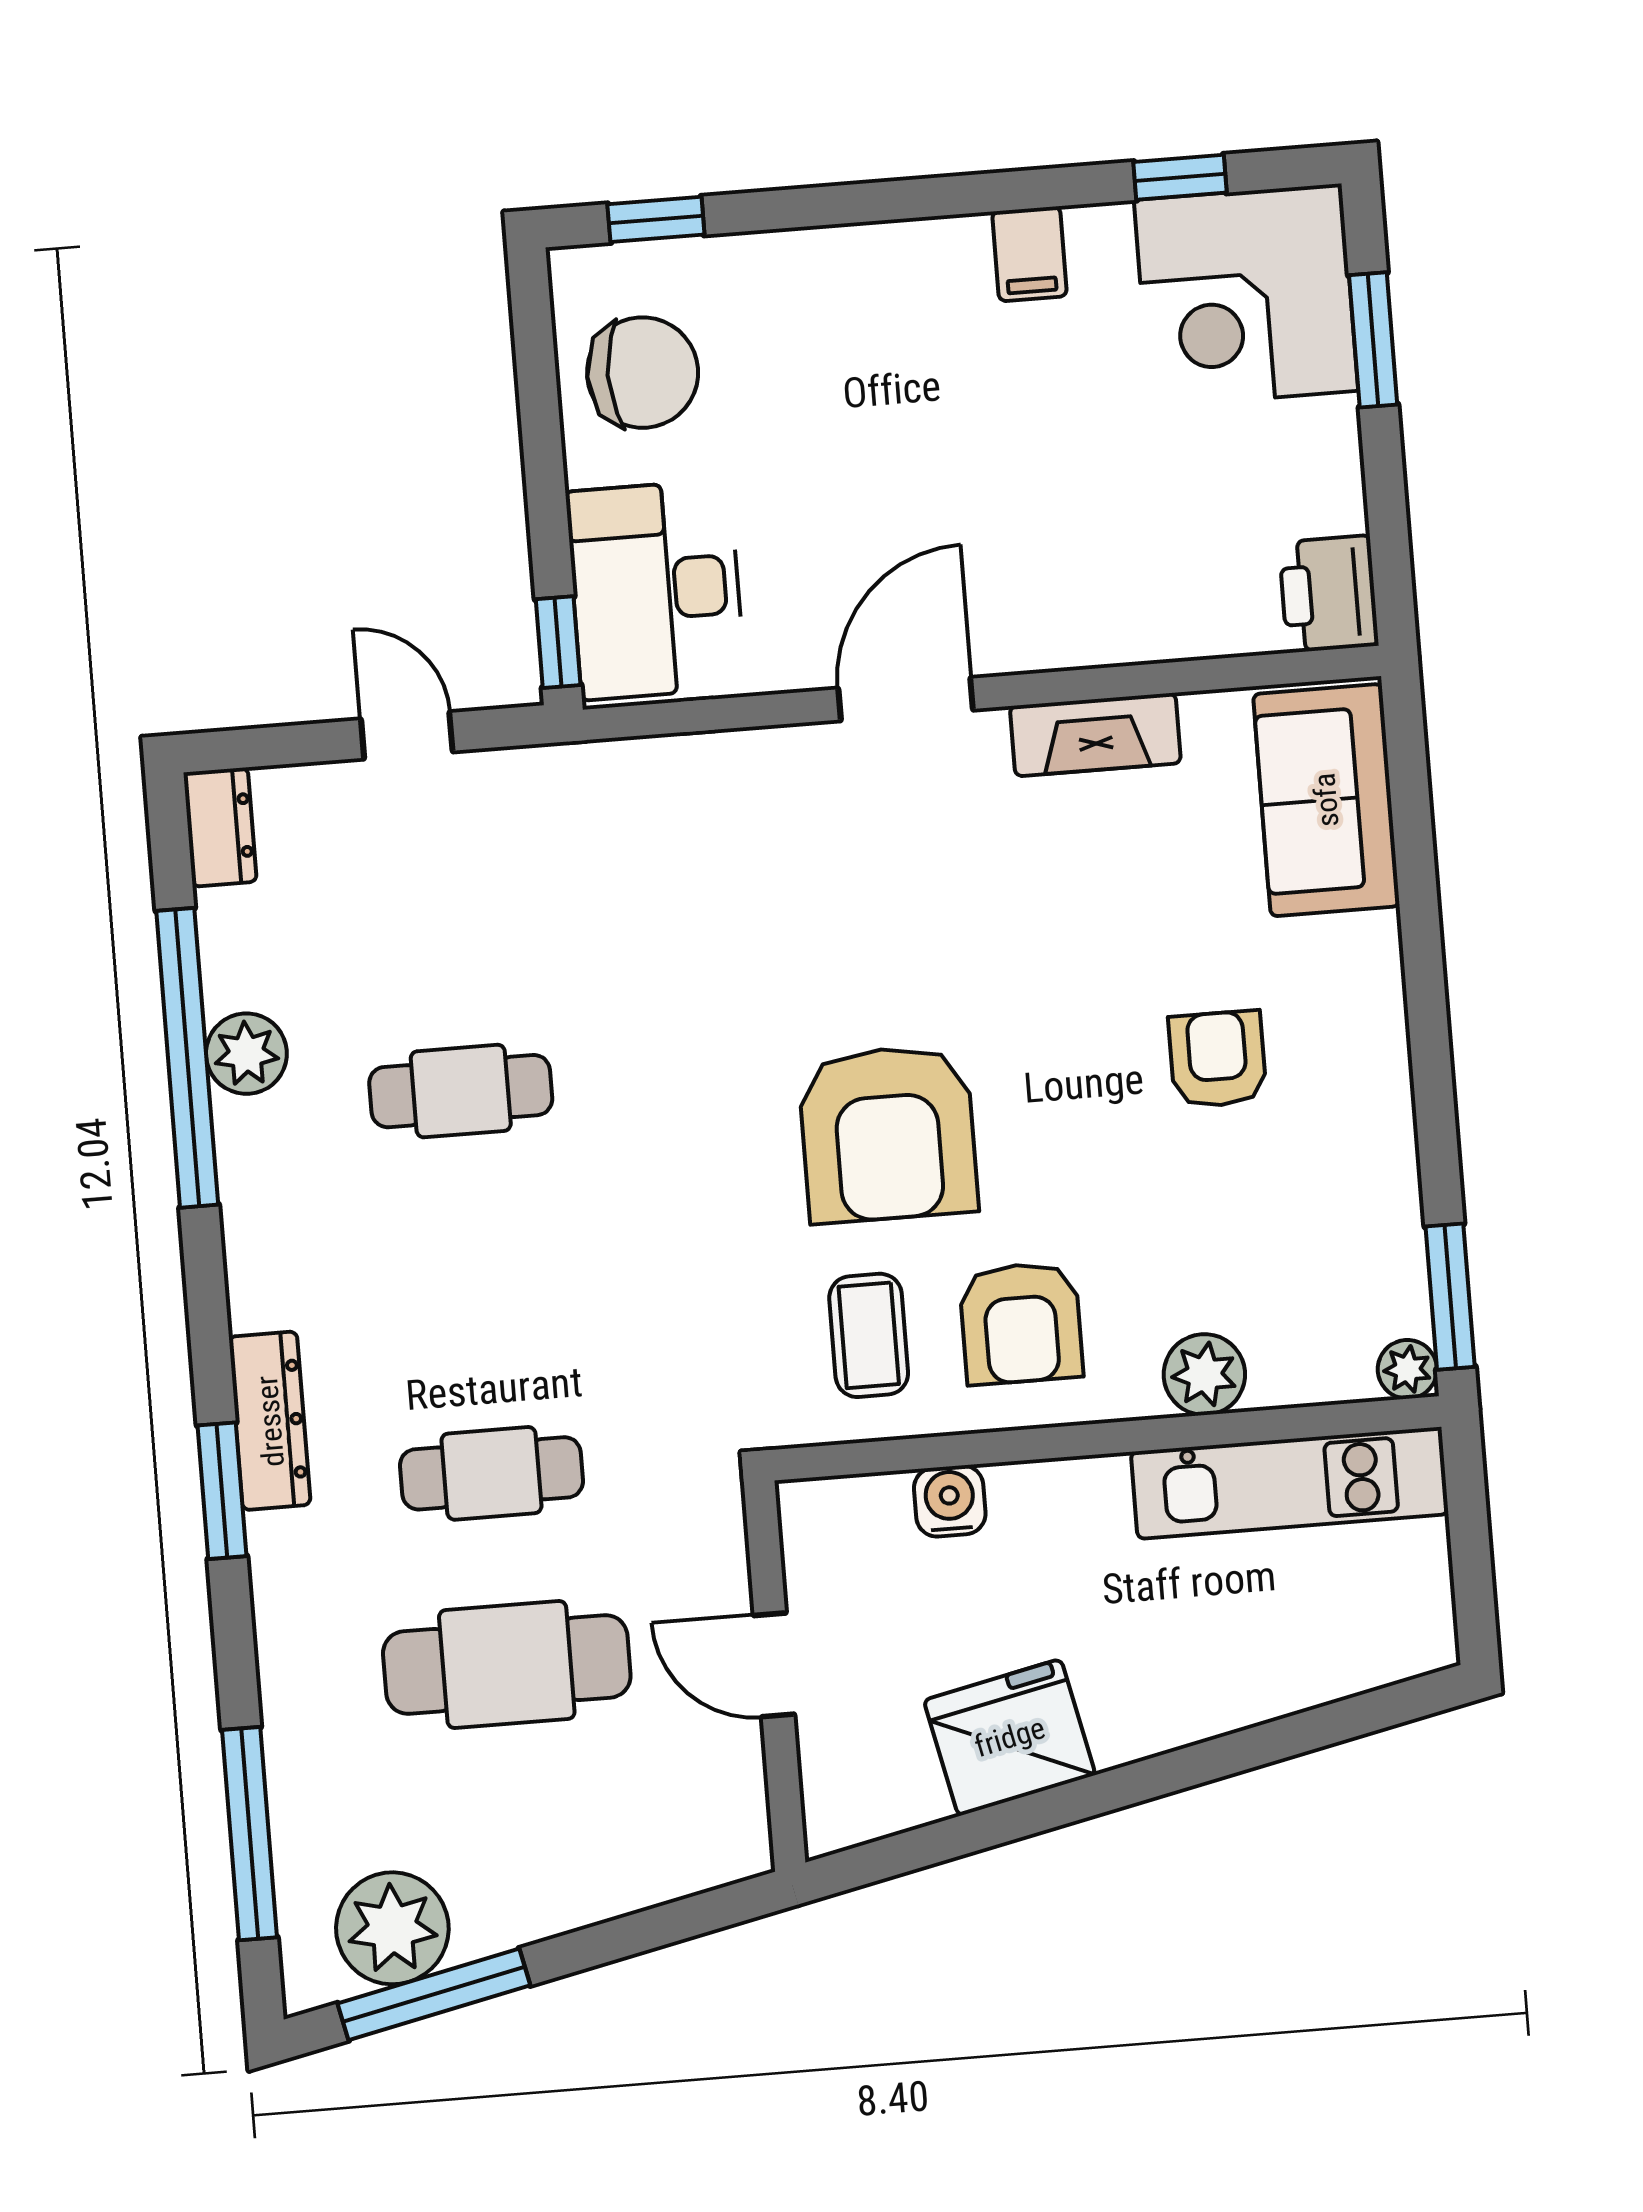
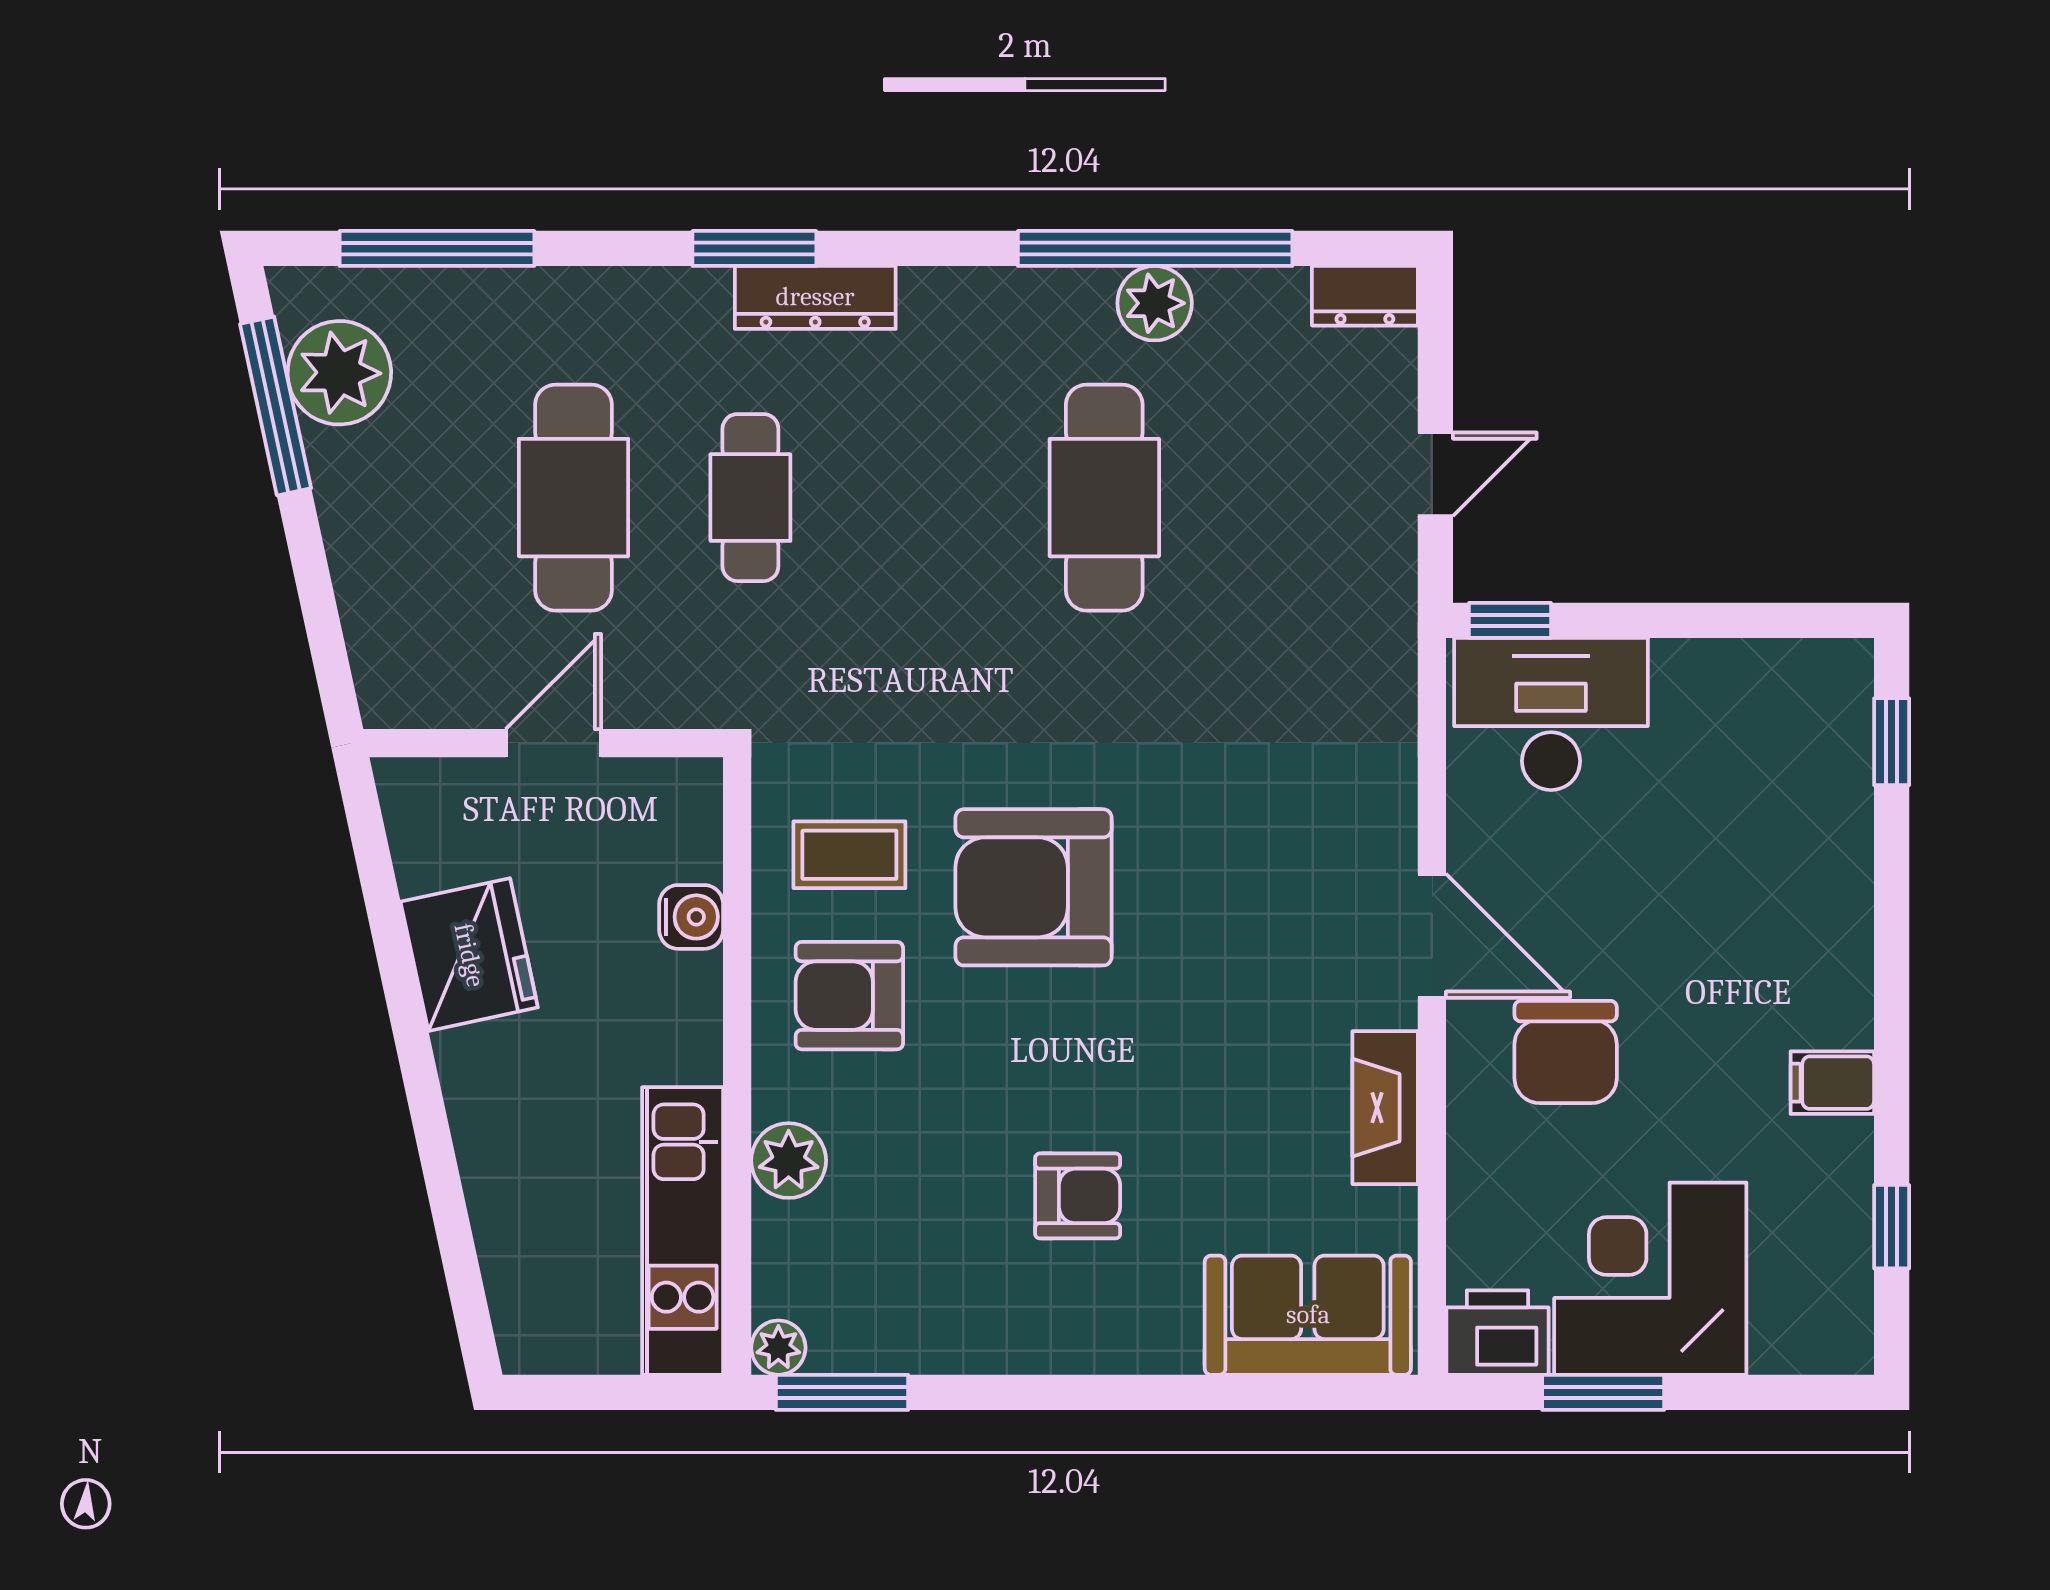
corner desk: (1246, 295) -> (1650, 1279), moved
window: (1373, 340) -> (1603, 1392), moved
chair: (643, 373) -> (1566, 1052), moved
cafe table: (461, 1091) -> (1104, 498), width x1.37, depth x1.35

